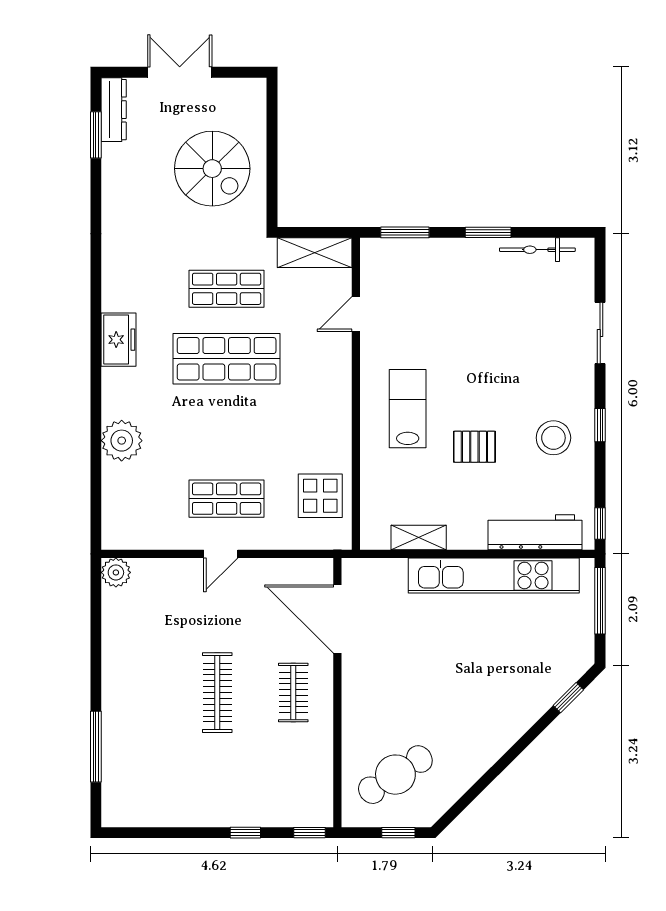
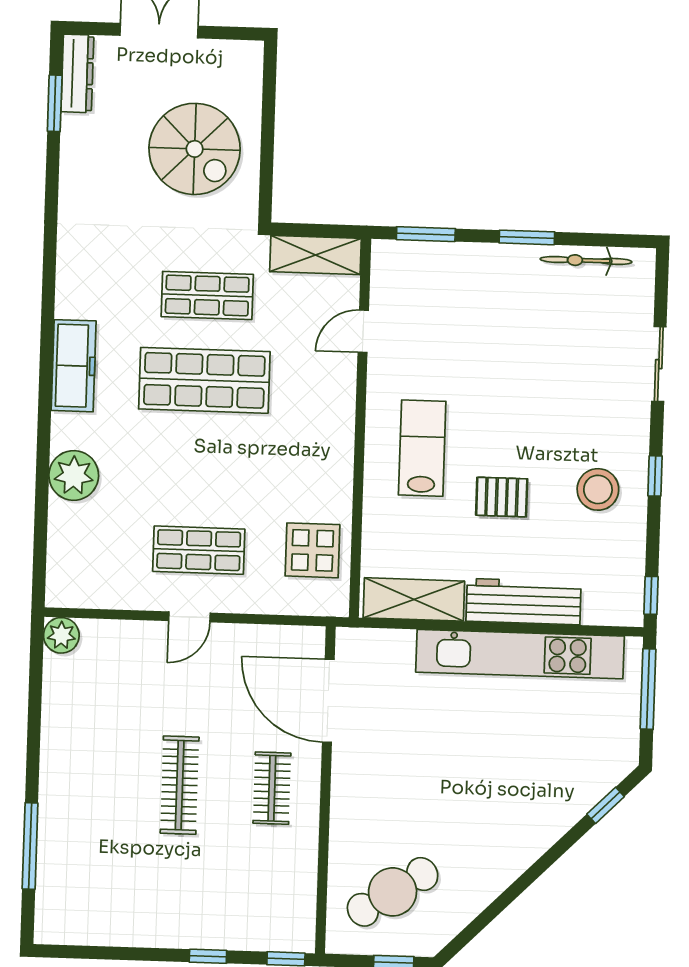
freezer: (119, 340) -> (74, 366), width x1.40
workbench: (535, 532) -> (524, 602), moved
shelving: (419, 537) -> (414, 599), width x1.50, depth x1.33

